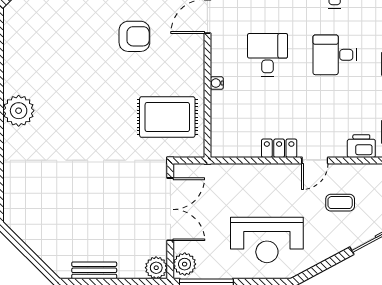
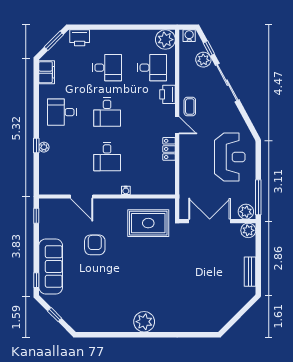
desk: (268, 55) -> (107, 157), turned -90
rug: (167, 117) -> (148, 223), turned 90
coffee table: (340, 203) -> (190, 107), moved

